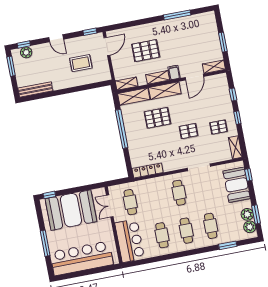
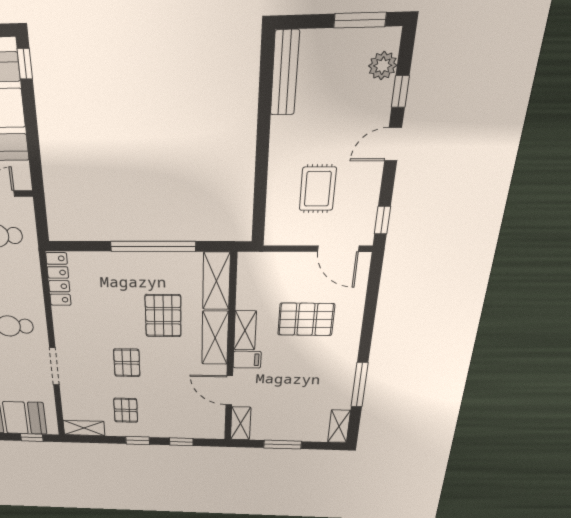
window: (24, 45) -> (400, 92), moved
pallet: (146, 51) -> (306, 319), turned 90
shelving: (127, 84) -> (339, 426), moved

